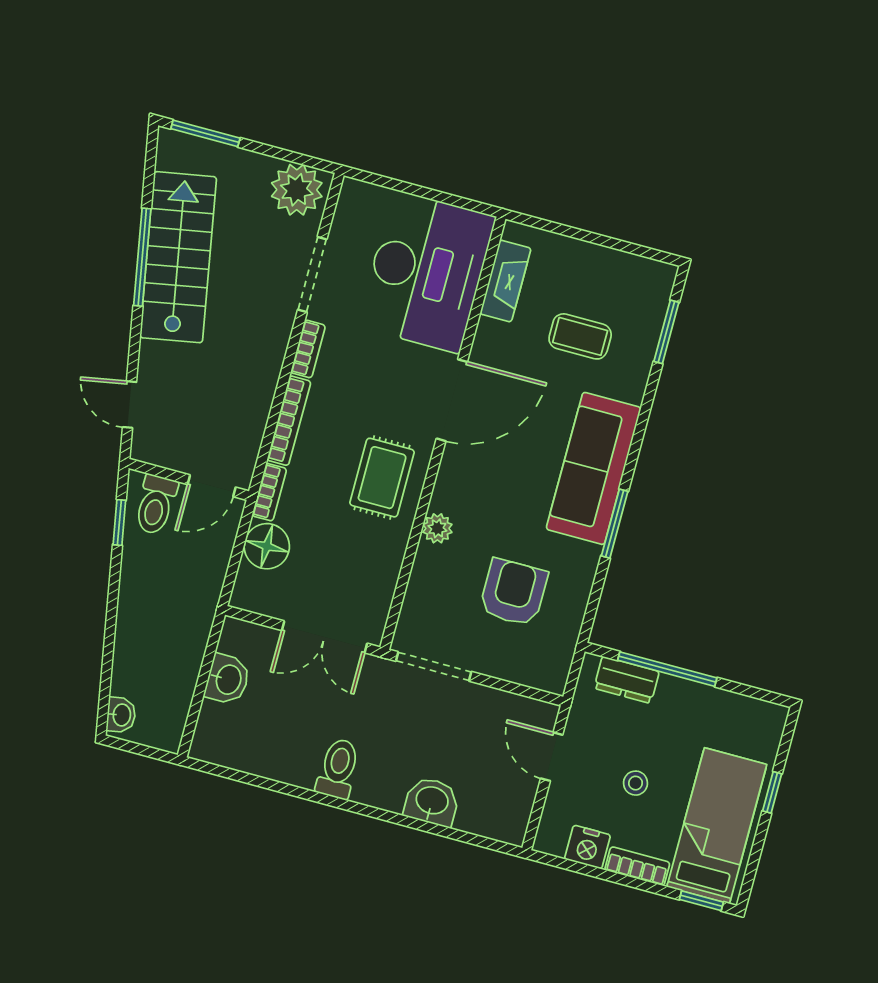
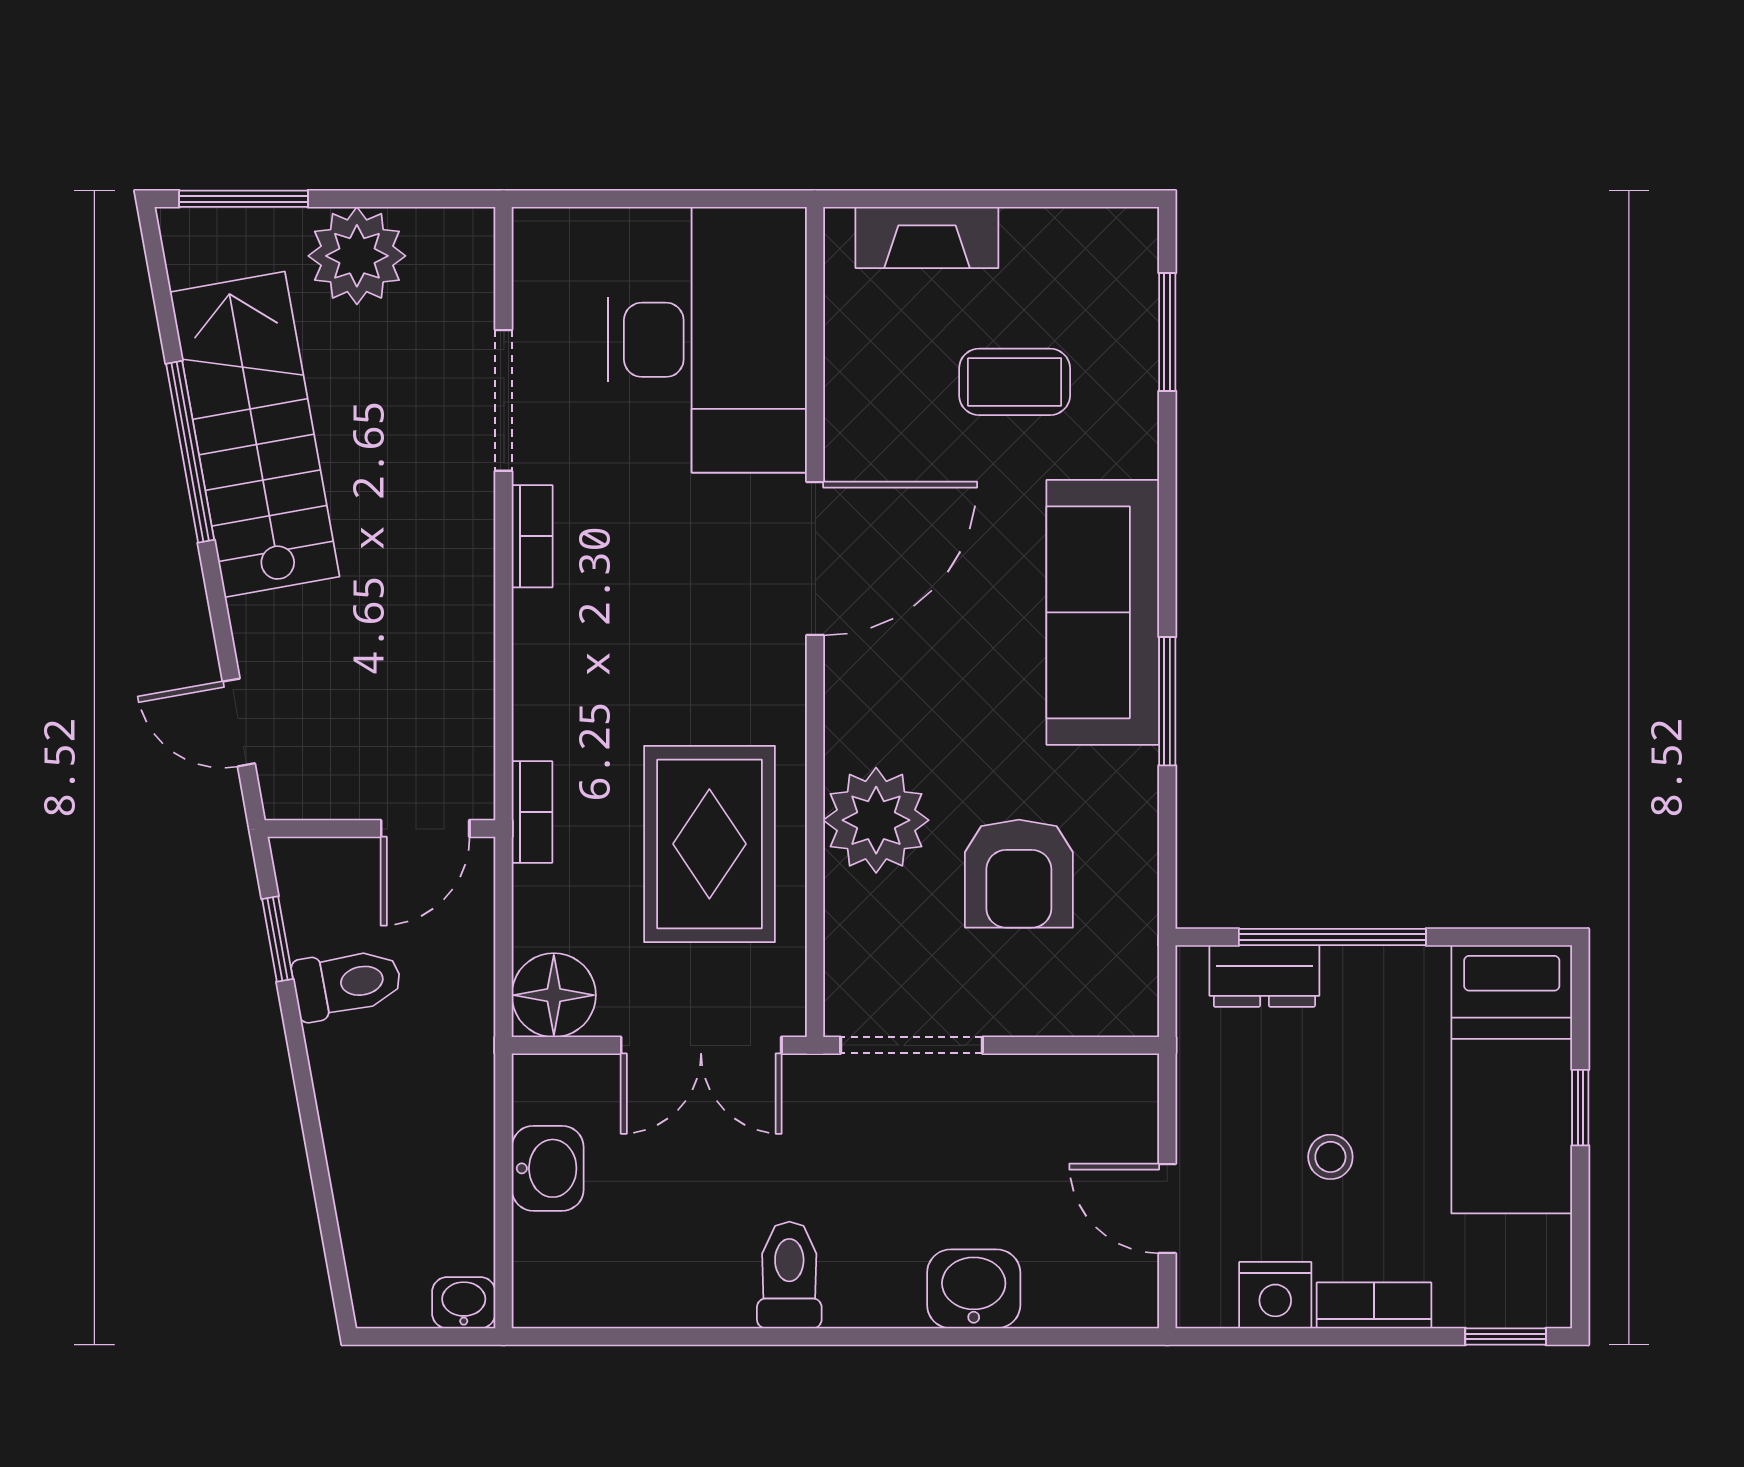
plant: (297, 190) -> (357, 256), moved
fireplace: (505, 281) -> (927, 237), moved, turned 90
bookcase: (289, 421) -> (533, 674), removed
rug: (382, 478) -> (709, 844), moved, width x1.36, depth x1.43
toilet: (156, 505) -> (347, 983), moved, turned -100
plant: (437, 528) -> (876, 820), width x1.88, depth x1.88
floor lamp: (267, 546) -> (554, 995), moved
armchair: (513, 592) -> (1019, 874), turned 180
washbasin: (121, 715) -> (464, 1303), moved, turned -80
door: (552, 757) -> (1167, 1208), moved
bed: (717, 826) -> (1512, 1079), moved, turned 180

